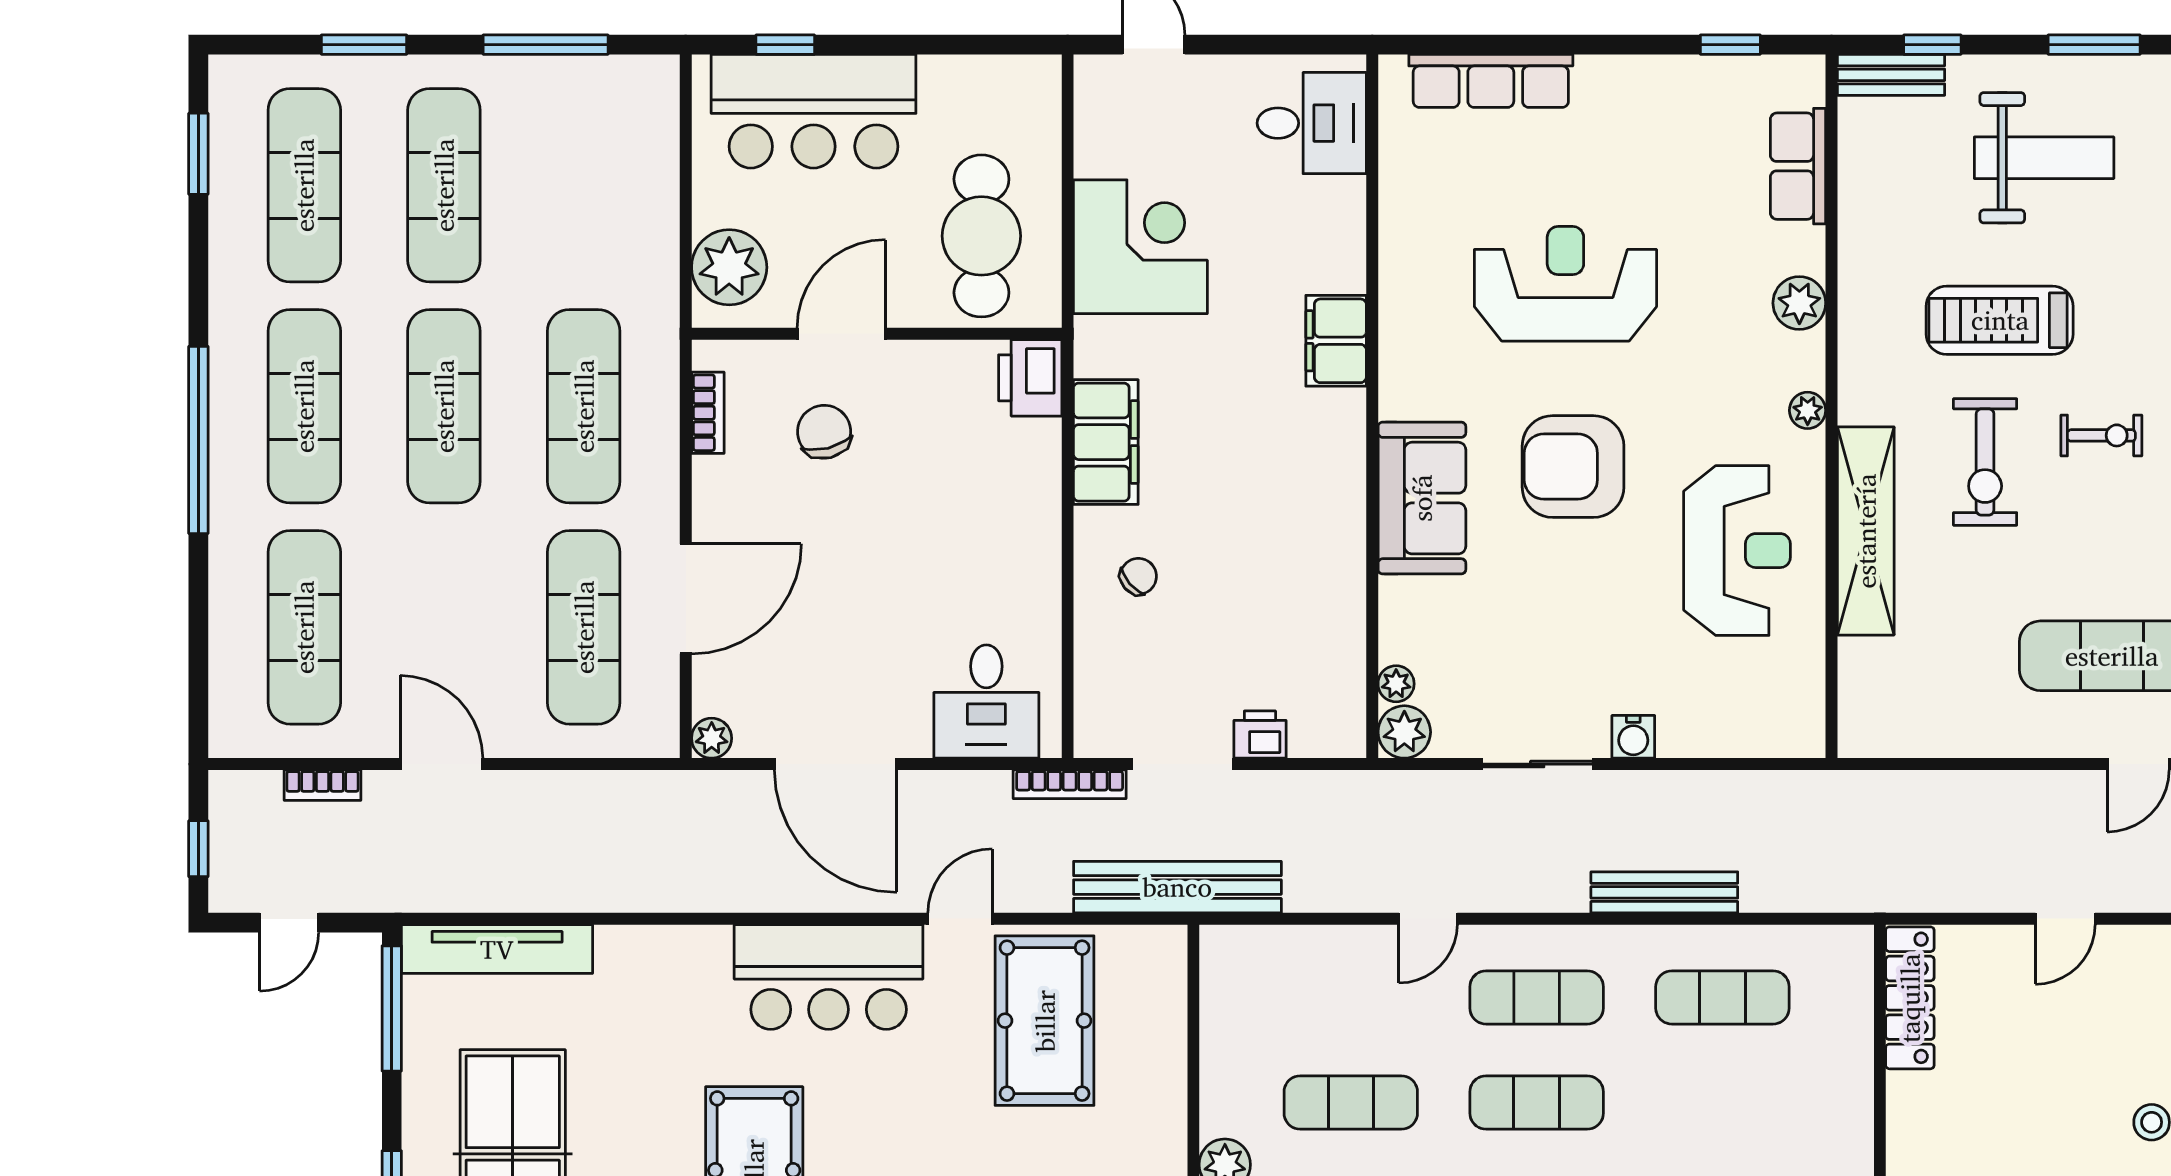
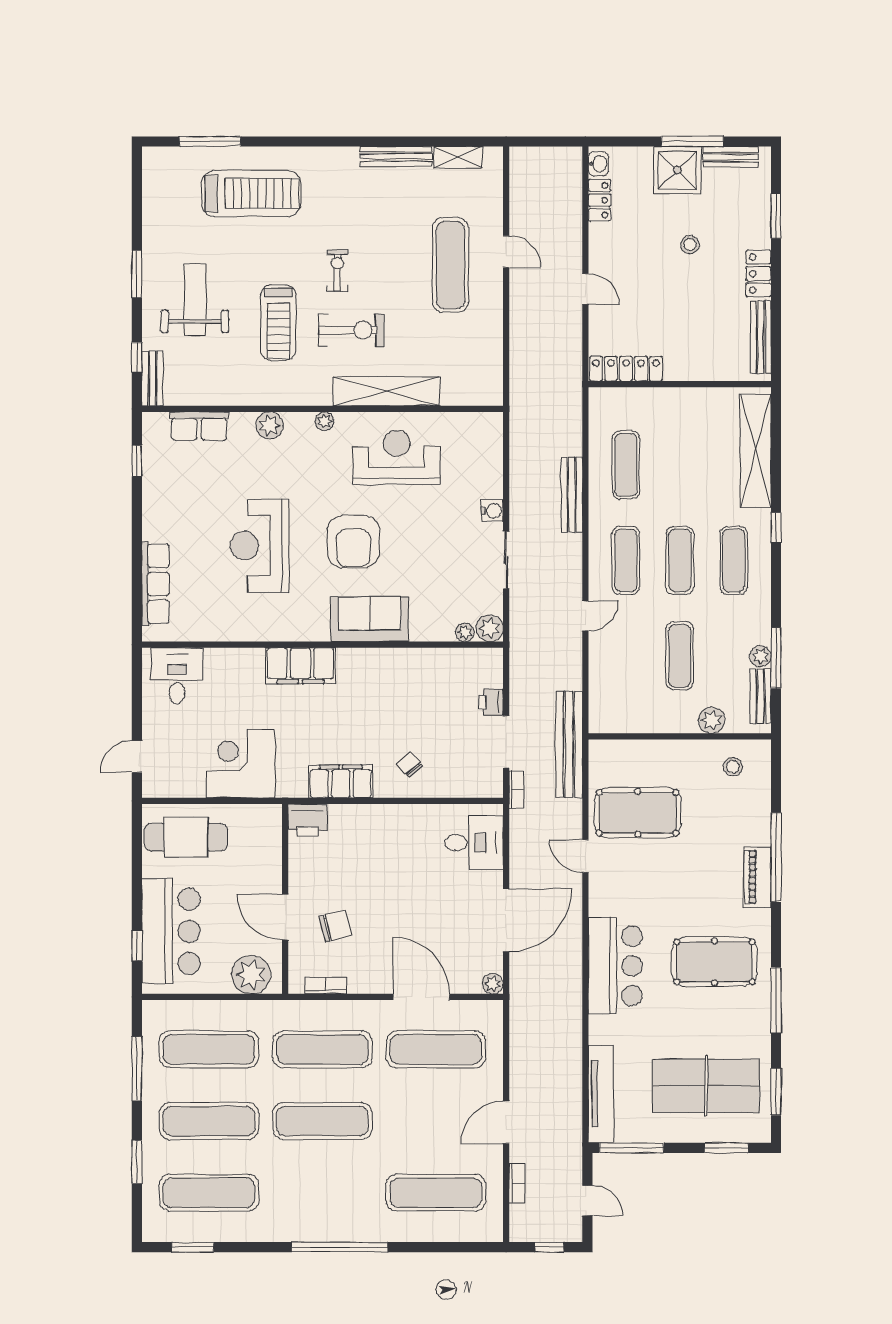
cafe table: (981, 236) -> (186, 837), moved
filing cabinet: (1336, 341) -> (300, 666), width x1.50, depth x1.17
exercise mat: (304, 406) -> (209, 1049), moved
chair: (824, 432) -> (336, 926), turned 180
bookcase: (1070, 784) -> (516, 790), width x0.64
door: (1428, 919) -> (585, 616), hinge flipped
bar counter: (829, 977) -> (615, 966), moved

